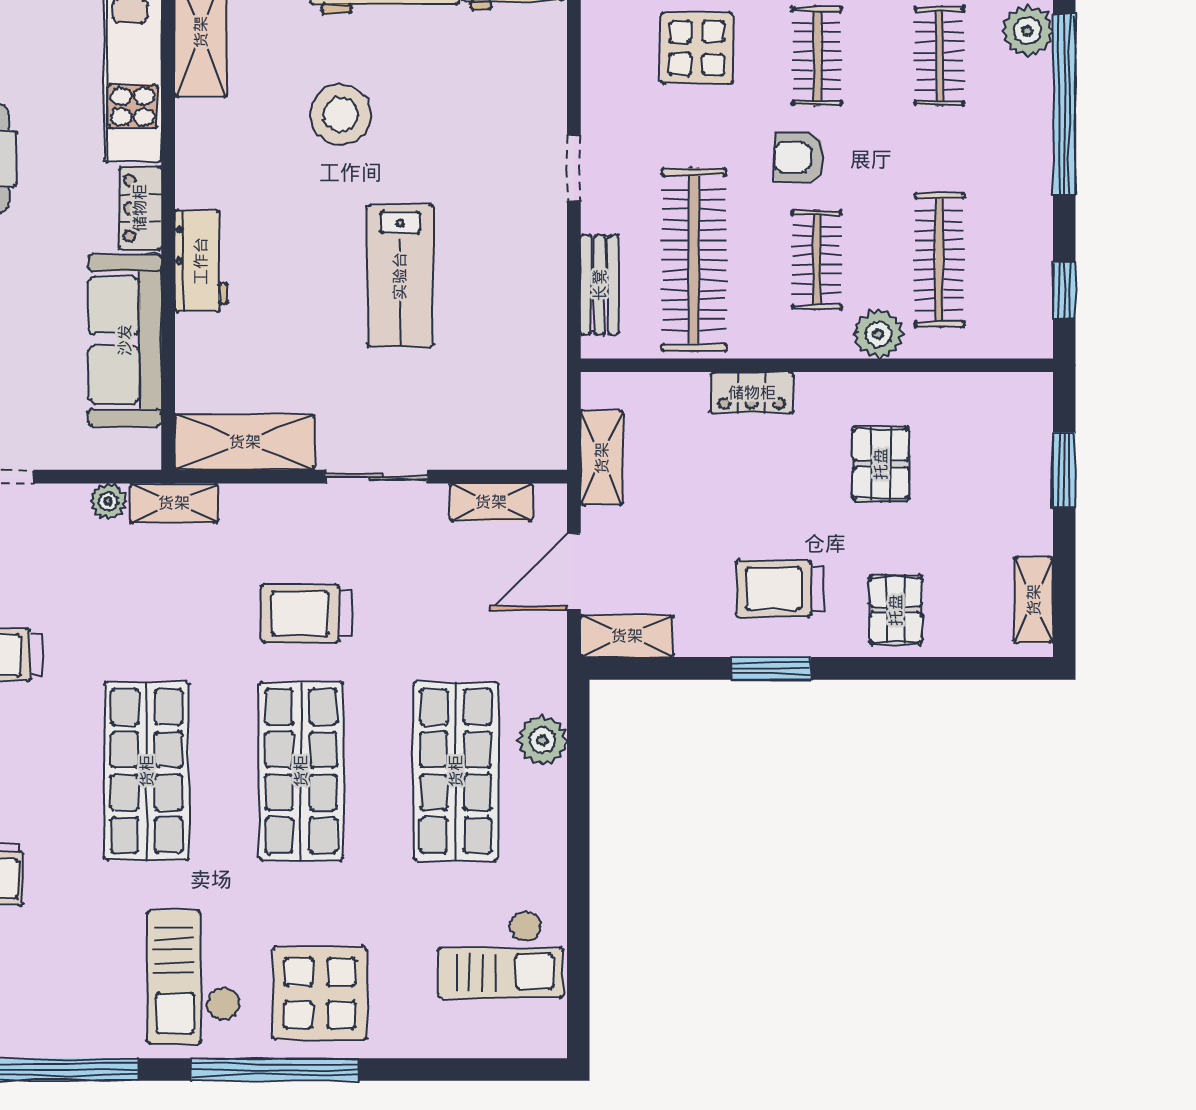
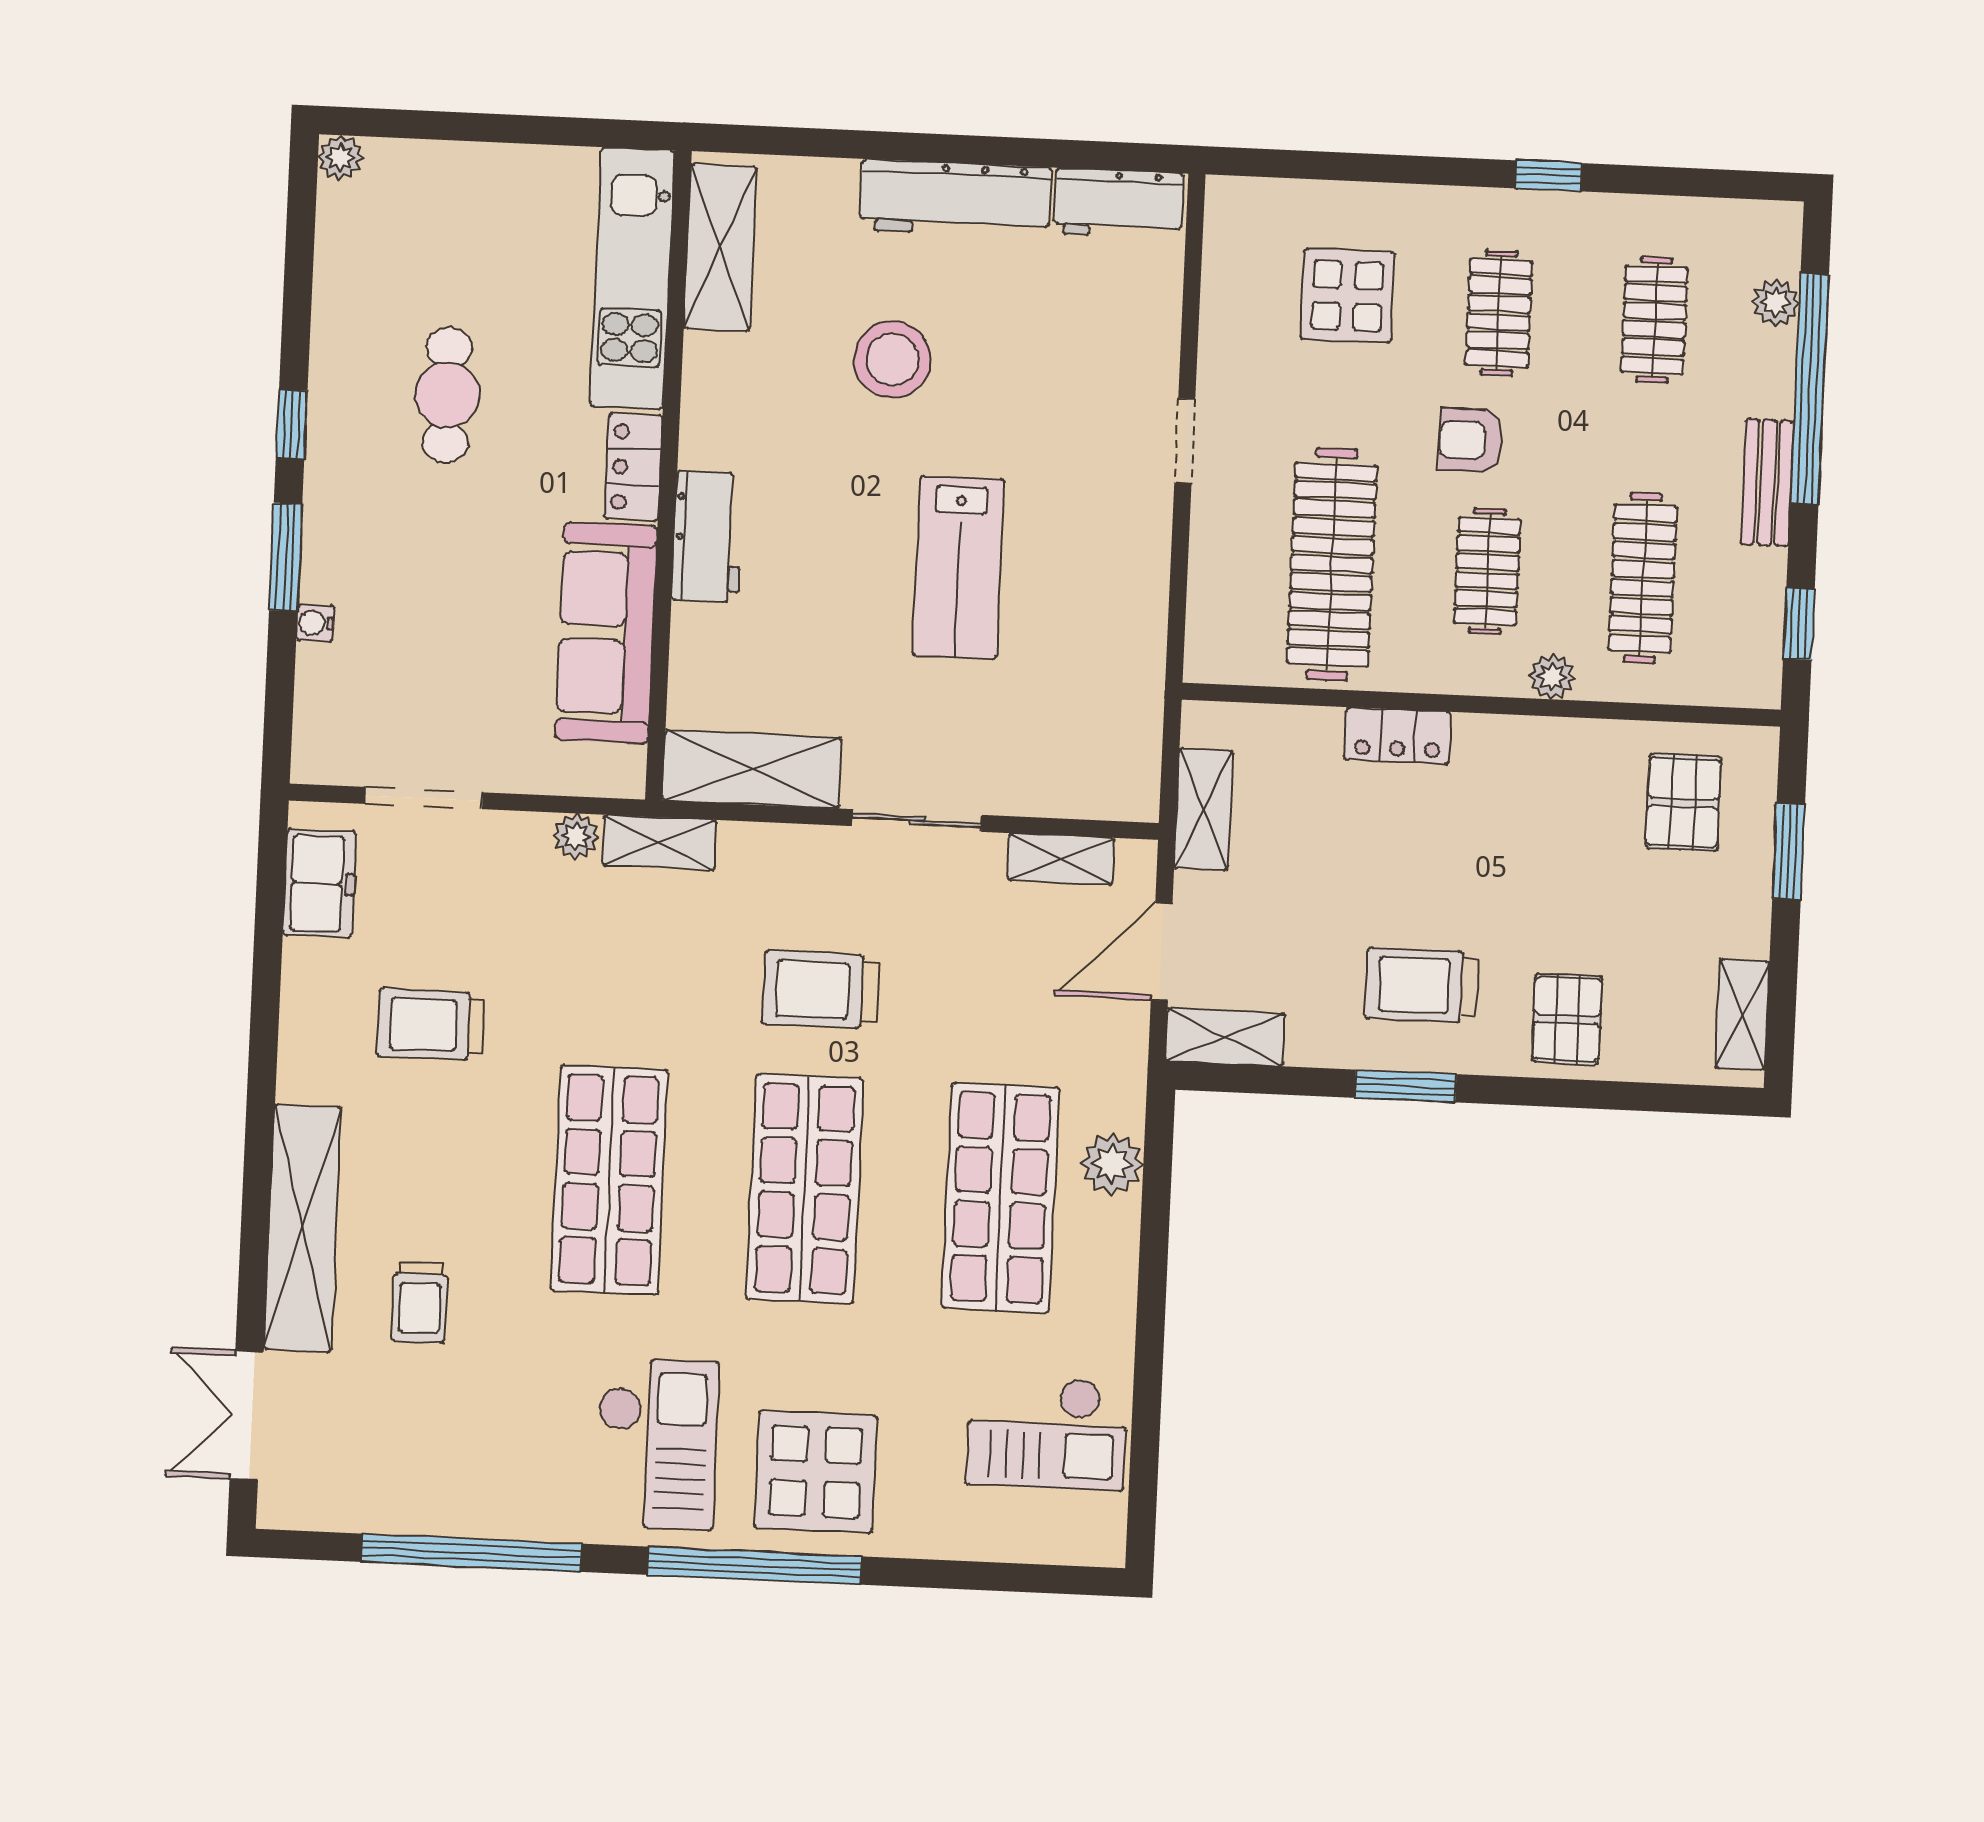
plant: (1027, 31) -> (1776, 302), width x0.73, depth x0.73
bench: (600, 285) -> (1767, 482), moved
plant: (878, 334) -> (1552, 677), width x0.73, depth x0.73
pallet: (881, 464) -> (1683, 802), moved
checkout: (194, 977) -> (657, 1444), turned 180

